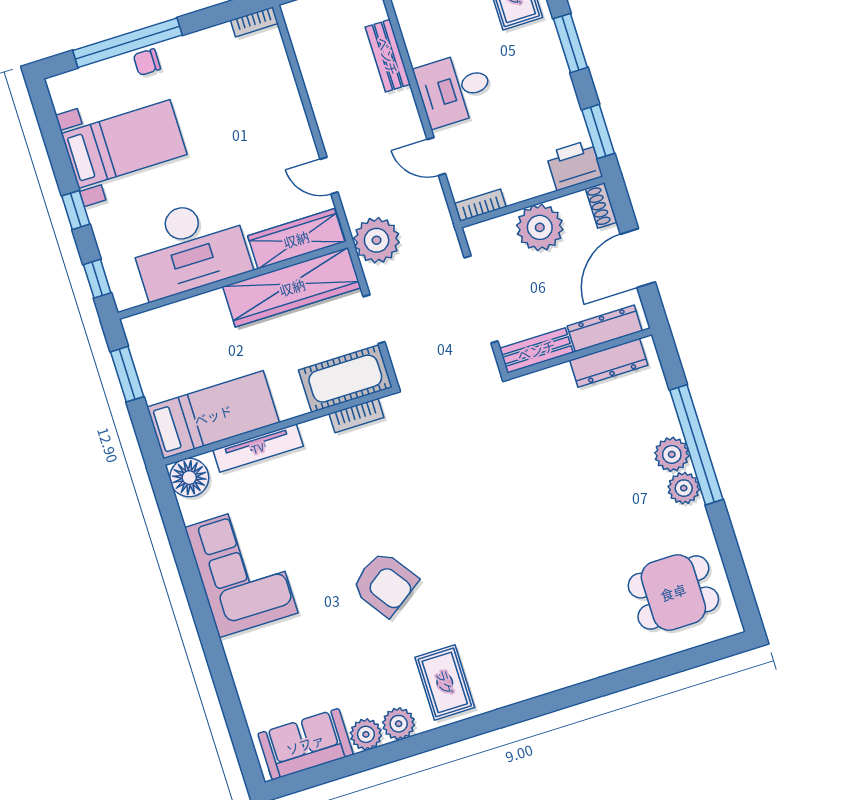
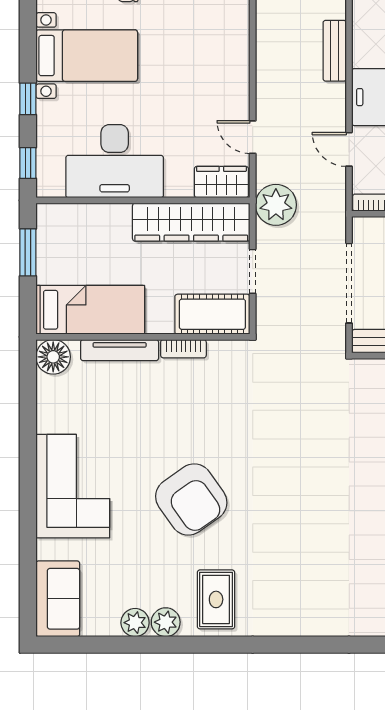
wardrobe: (296, 239) -> (221, 182), width x0.67
bookcase: (356, 416) -> (183, 349), moved
corner sofa: (241, 570) -> (73, 486), moved
armchair: (385, 584) -> (191, 499), width x1.36, depth x1.36
sofa: (305, 744) -> (58, 599), moved, turned 90

